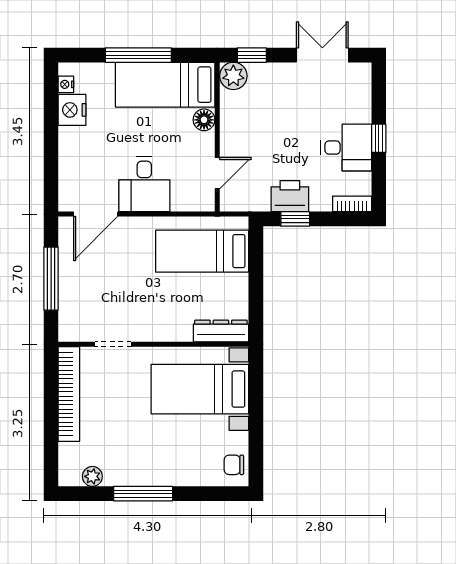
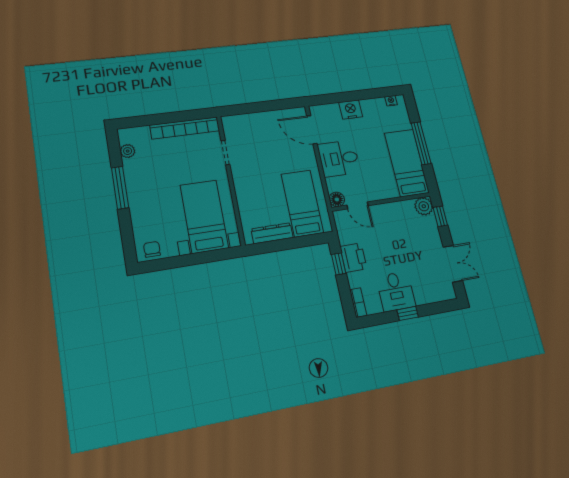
nightstand: (72, 110) -> (351, 110), moved
floor lamp: (204, 120) -> (337, 199), moved
window: (51, 279) -> (263, 107), removed
dresser: (221, 331) -> (272, 233), moved, turned -90

